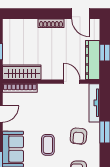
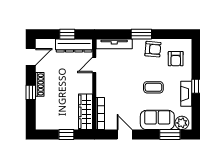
window: (42, 14) -> (31, 92), added
armchair: (78, 136) -> (153, 49), moved

